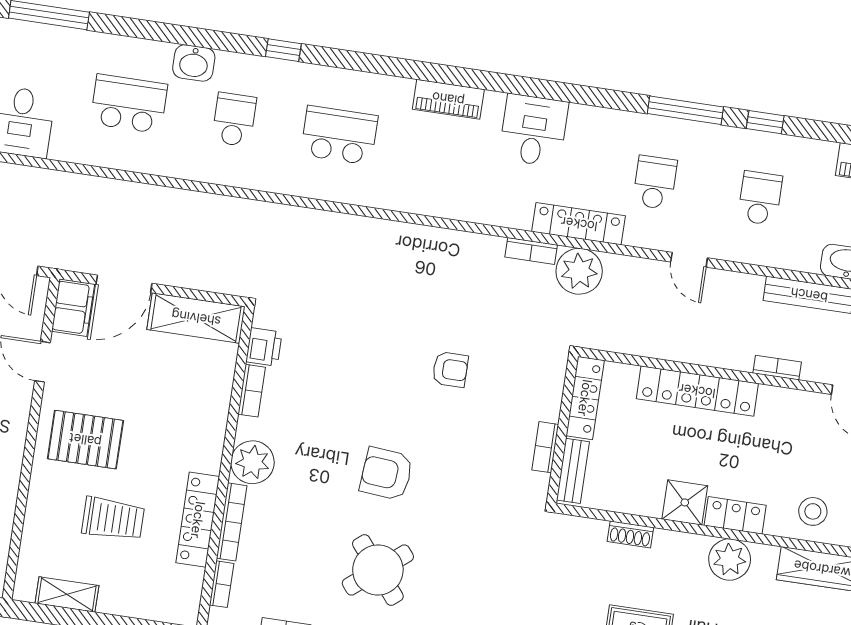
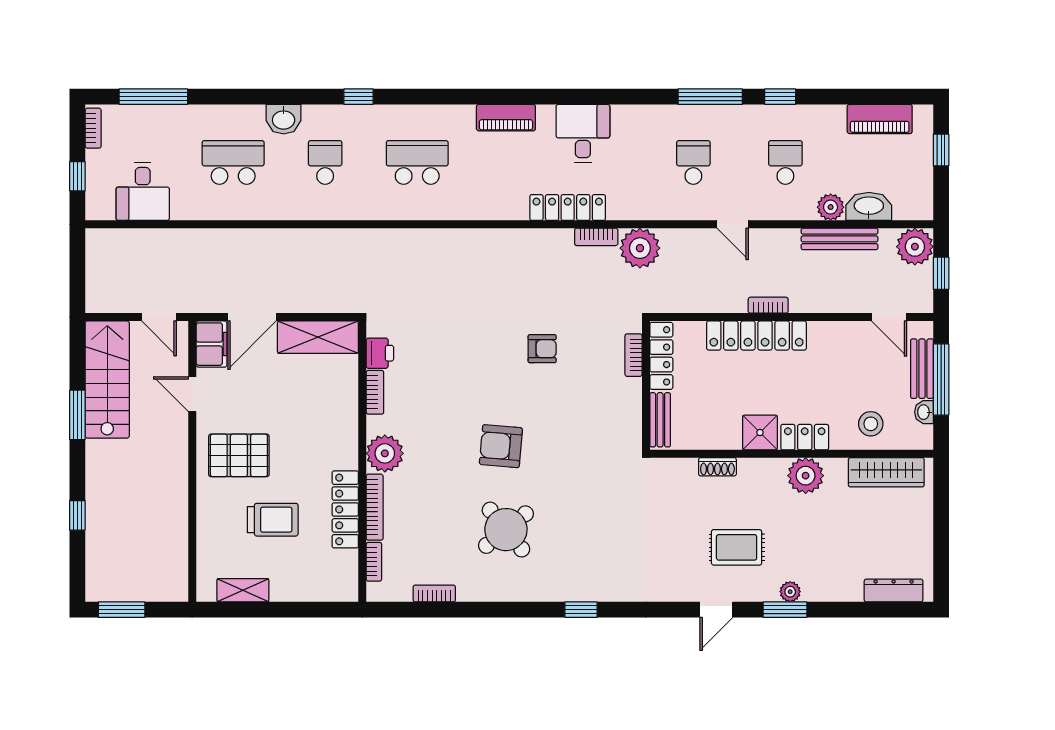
locker: (579, 224) -> (568, 208), moved
plant: (804, 257) -> (831, 207), added
bookcase: (777, 368) -> (768, 305), moved
bookcase: (545, 447) -> (634, 355), moved

